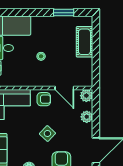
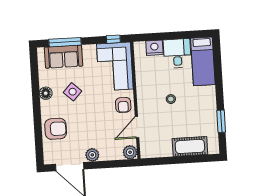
plant: (87, 117) -> (92, 155), moved
side table: (47, 134) -> (73, 92), moved

